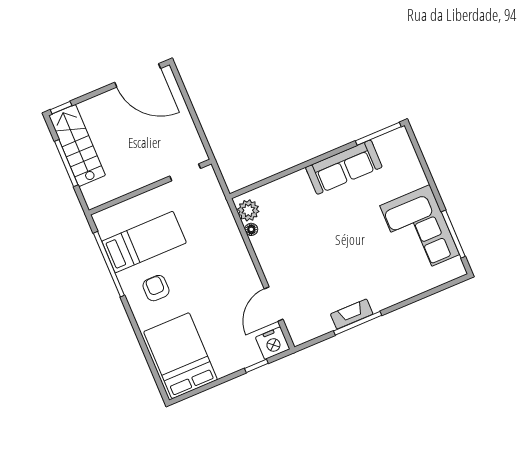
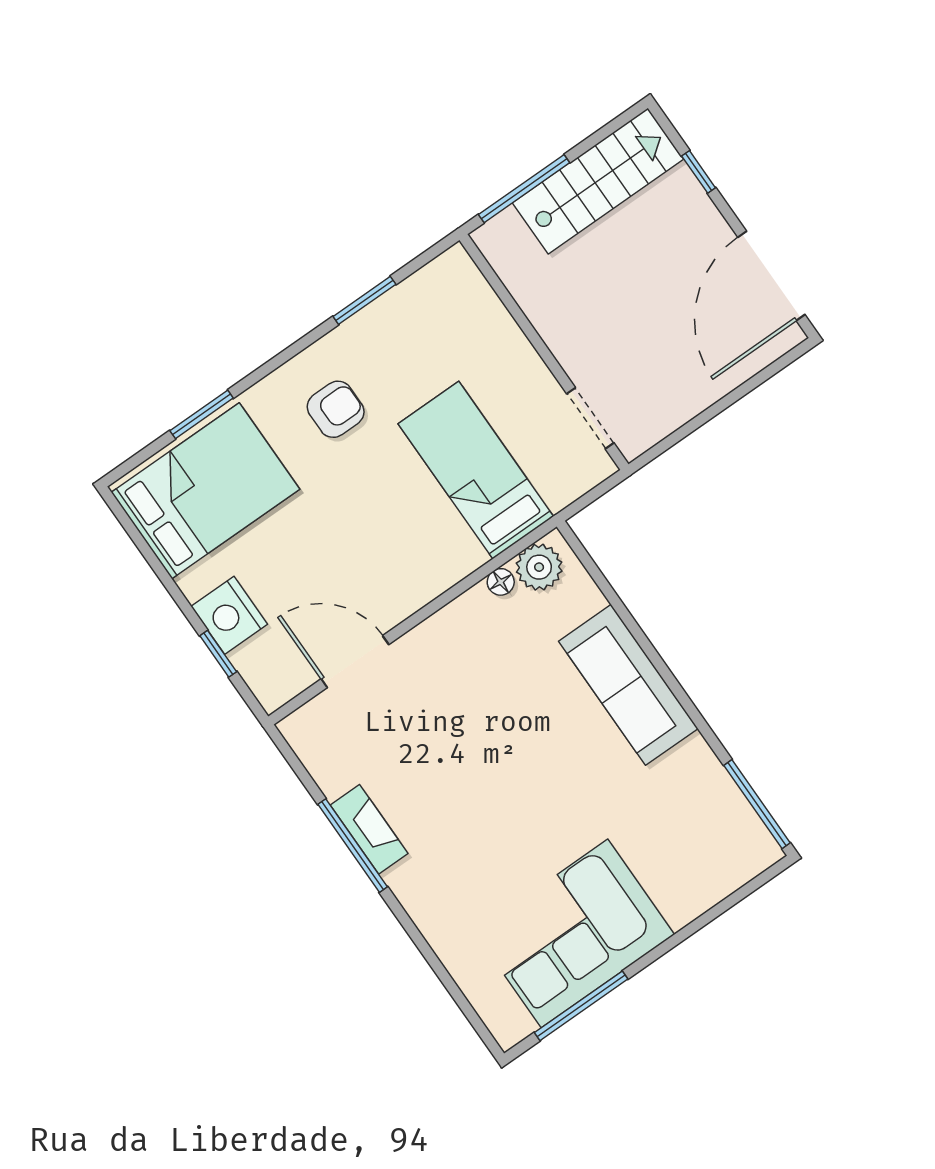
window: (61, 108) -> (699, 172), moved
window: (66, 163) -> (524, 189), moved
sofa: (344, 167) -> (628, 685), moved
bed: (144, 242) -> (476, 470), moved, turned 180
window: (109, 264) -> (364, 300), width x0.47
nightstand: (273, 343) -> (229, 615), moved
window: (145, 350) -> (202, 414), added

